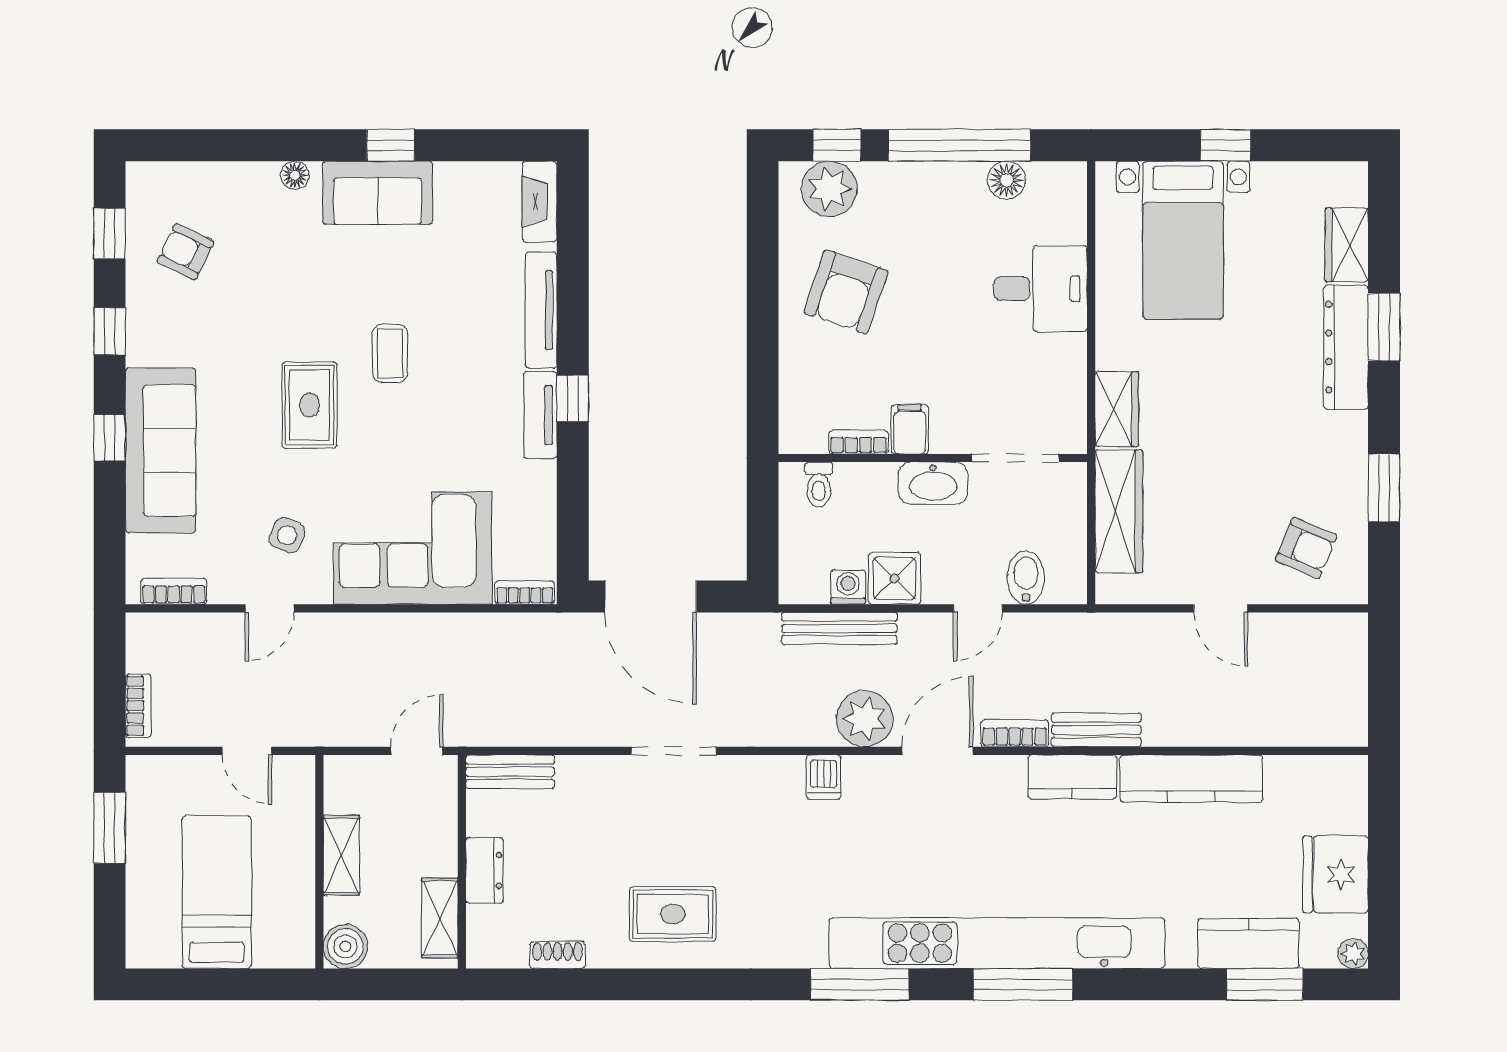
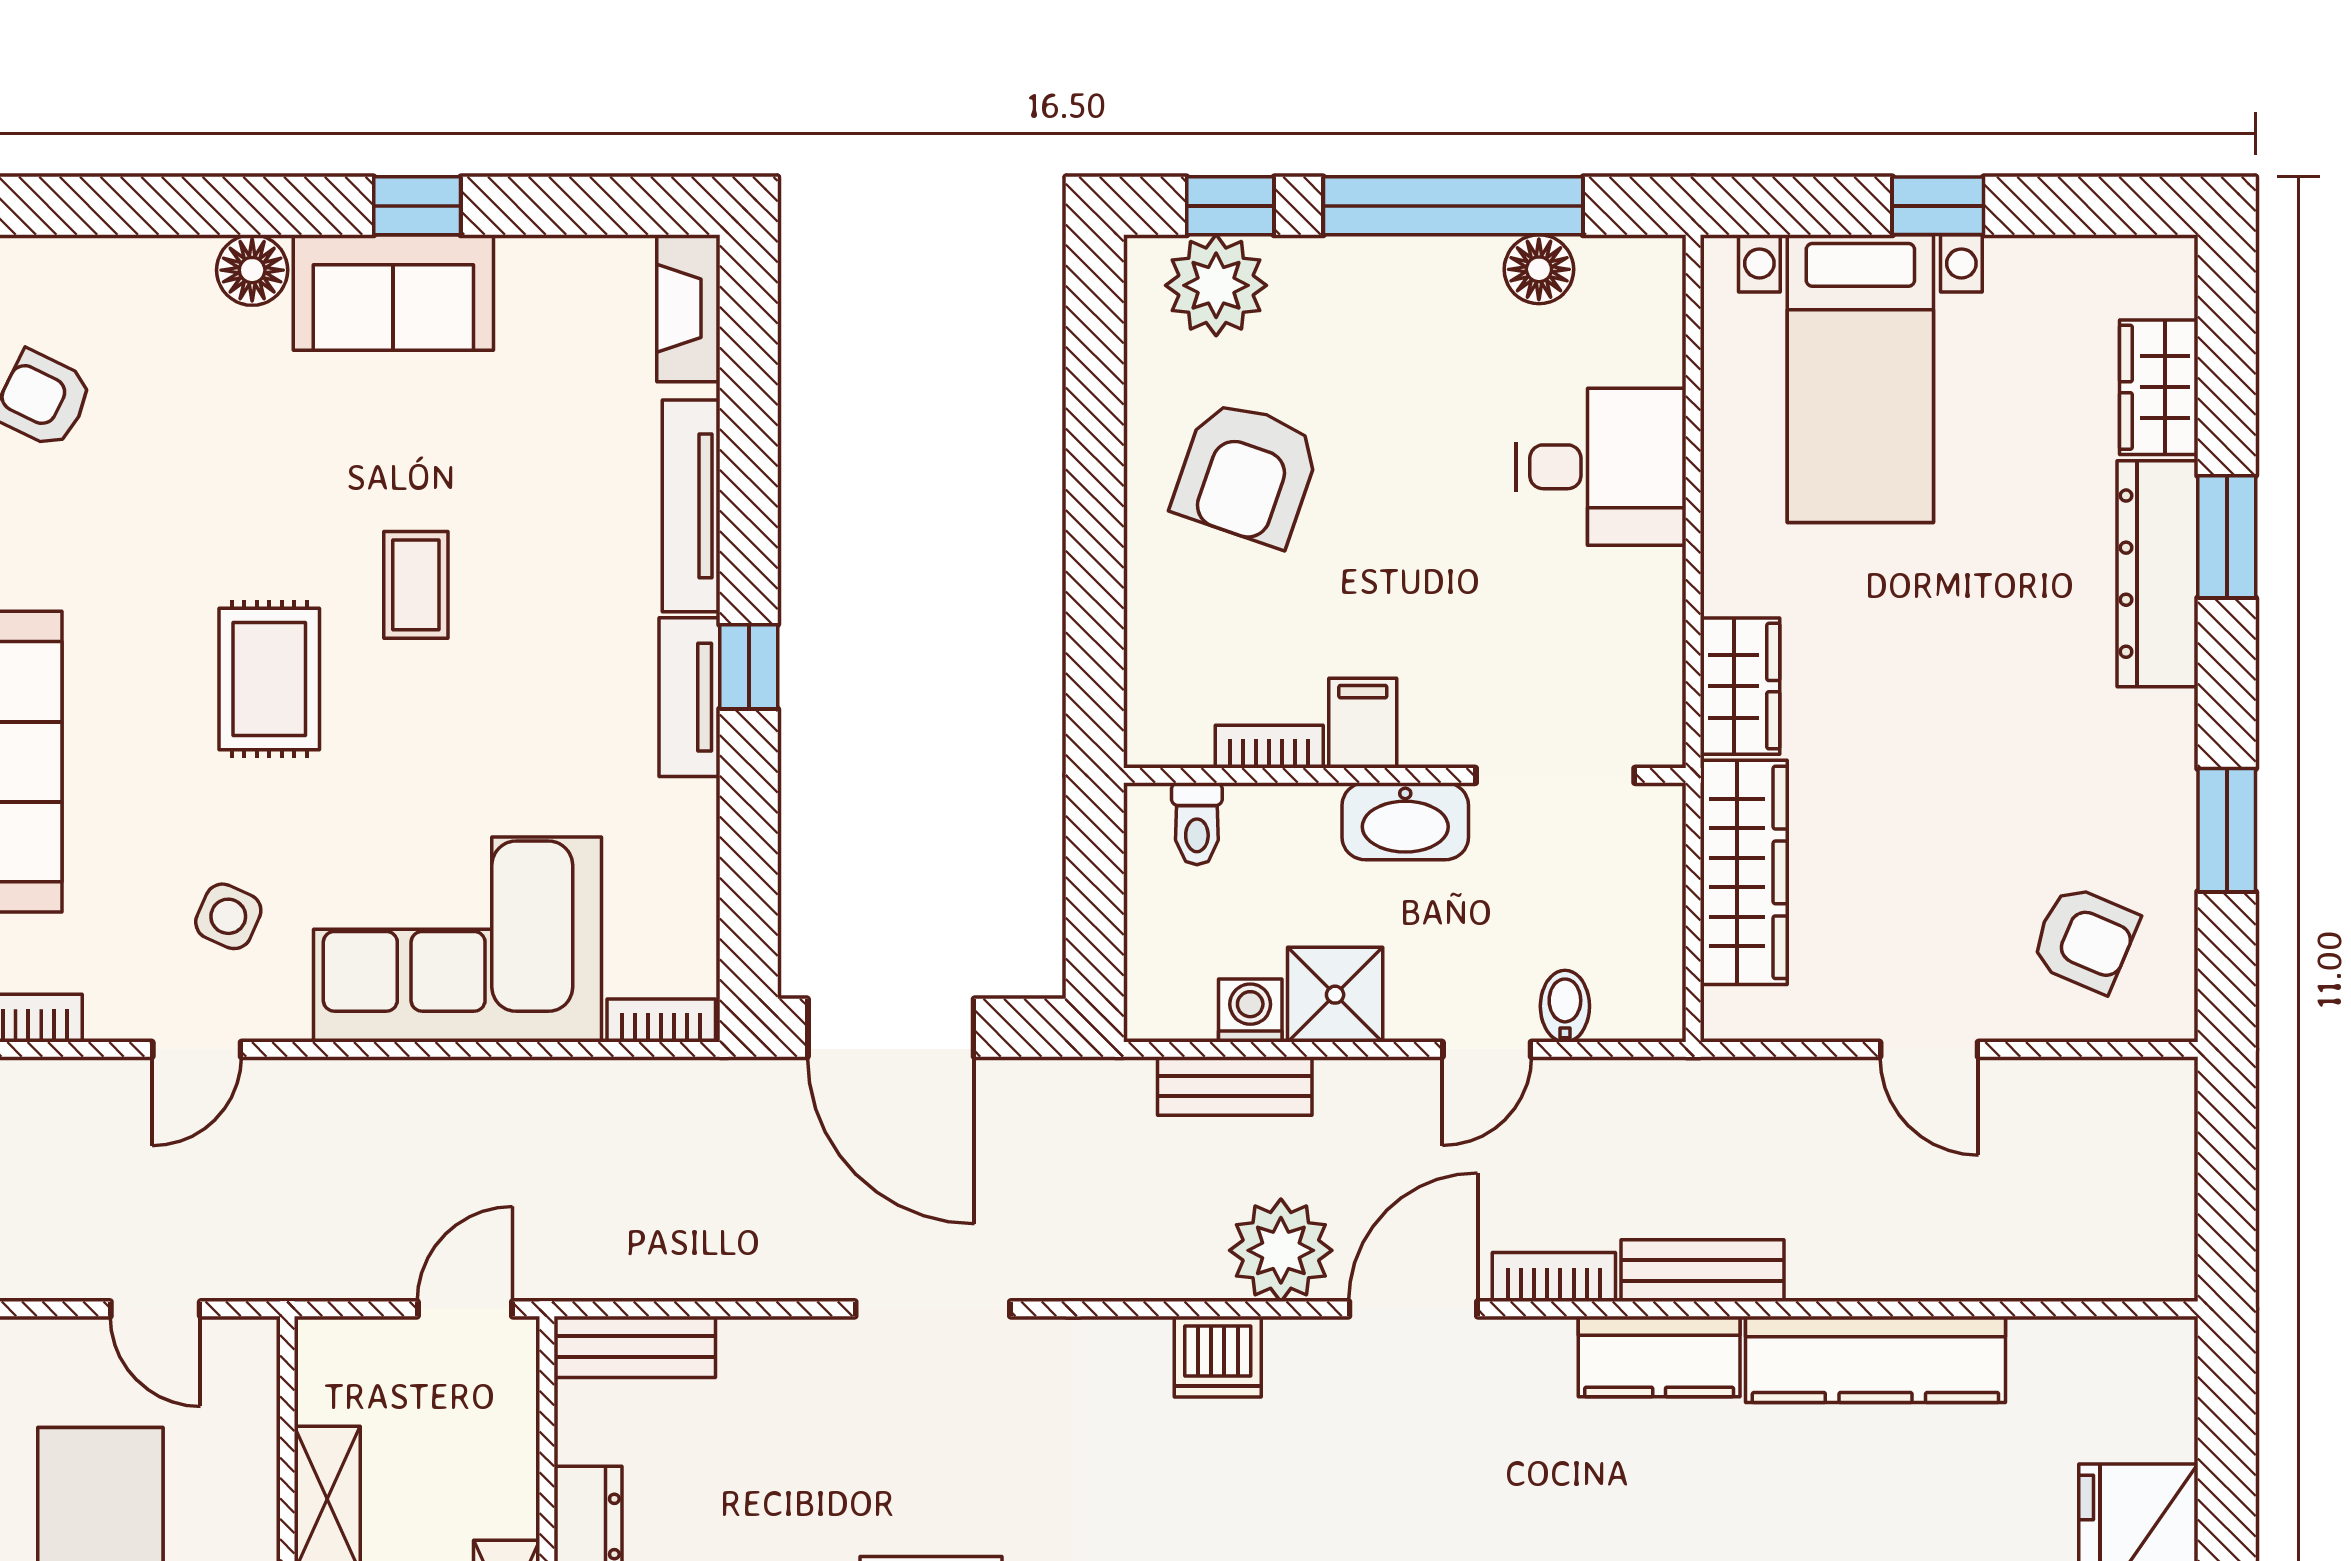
floor lamp: (295, 175) -> (252, 270), width x1.37, depth x1.37
bidet: (1026, 578) -> (1565, 1006), width x0.72, depth x0.74
bench: (839, 628) -> (1235, 1086), width x0.73
dishwasher: (824, 777) -> (1218, 1357), width x1.38

